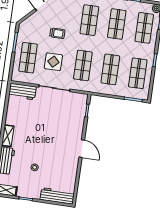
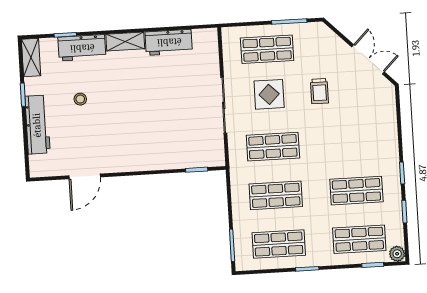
shop shelf: (89, 20) -> (354, 142), removed
workbench: (22, 91) -> (169, 42), moved, turned -90
door: (82, 149) -> (85, 176), moved
workbench: (57, 196) -> (37, 125), moved

